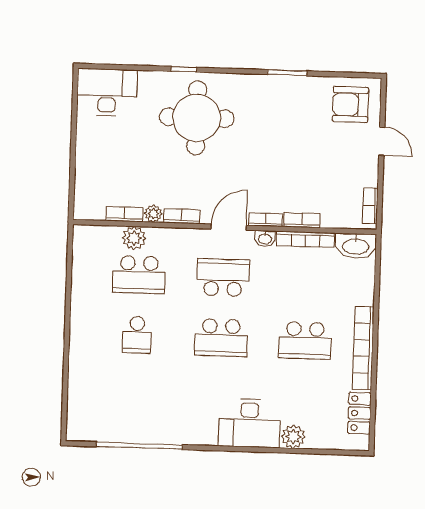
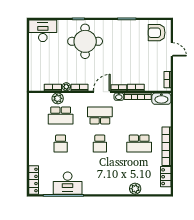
school desk: (221, 338) -> (100, 144), width x0.54
locker: (77, 411) -> (34, 180), added
desk: (249, 423) -> (68, 183), moved

